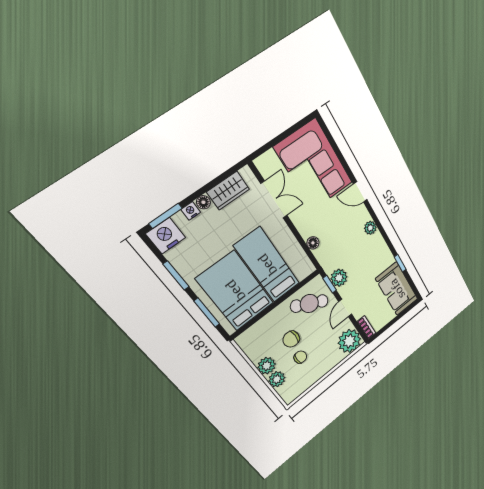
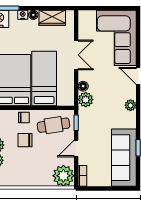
double door: (274, 200) -> (76, 55), moved
plant: (339, 278) -> (86, 100), moved
sofa: (397, 289) -> (124, 158), width x1.36
cafe table: (309, 304) -> (54, 125), turned -37
chair: (300, 357) -> (24, 117), moved

